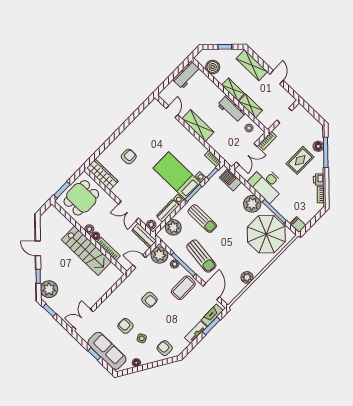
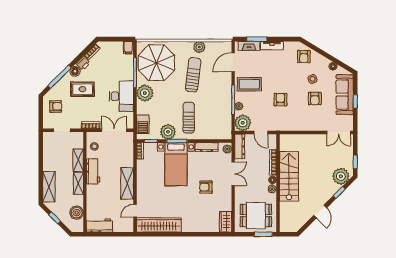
door: (277, 77) -> (41, 161), removed
wardrobe: (144, 119) -> (159, 225), added
armchair: (307, 128) -> (56, 106), added
floor lamp: (318, 146) -> (75, 71), moved
armchair: (129, 157) -> (206, 187), moved
wardrobe: (102, 175) -> (225, 222), width x0.67
plant: (173, 227) -> (168, 132), moved
sun lounger: (201, 256) -> (193, 75), moved

